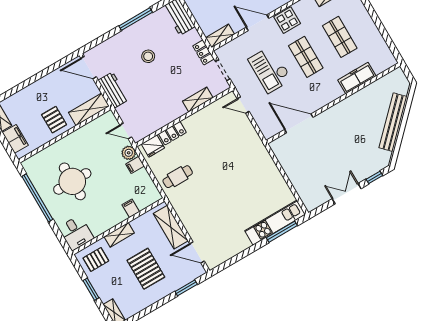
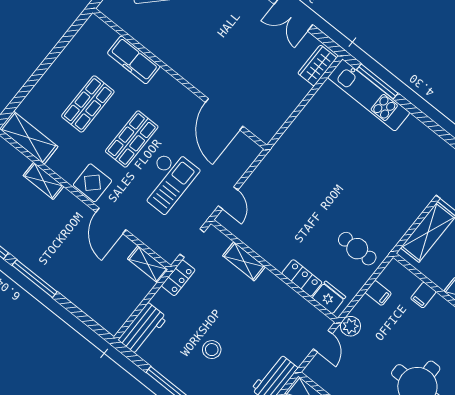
filing cabinet: (135, 165) -> (378, 293), moved
wardrobe: (307, 196) -> (317, 66), added

